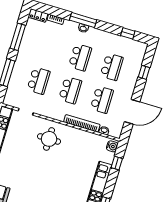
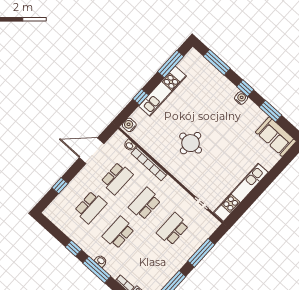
window: (128, 33) -> (73, 248), moved
school desk: (112, 67) -> (90, 207), turned 180
school desk: (102, 100) -> (117, 178), turned 180
round table: (49, 139) -> (191, 143), moved
window: (117, 163) -> (141, 97), moved

